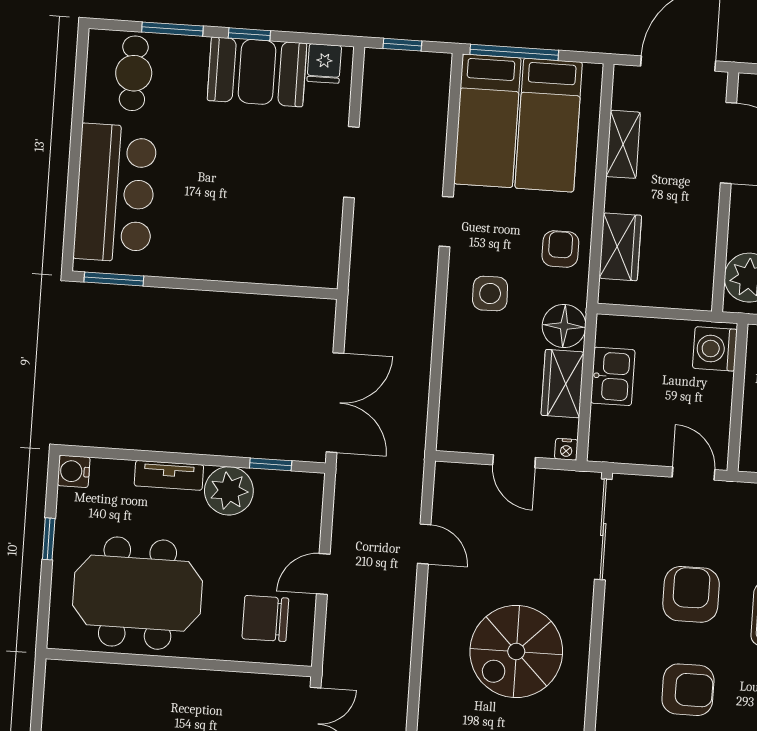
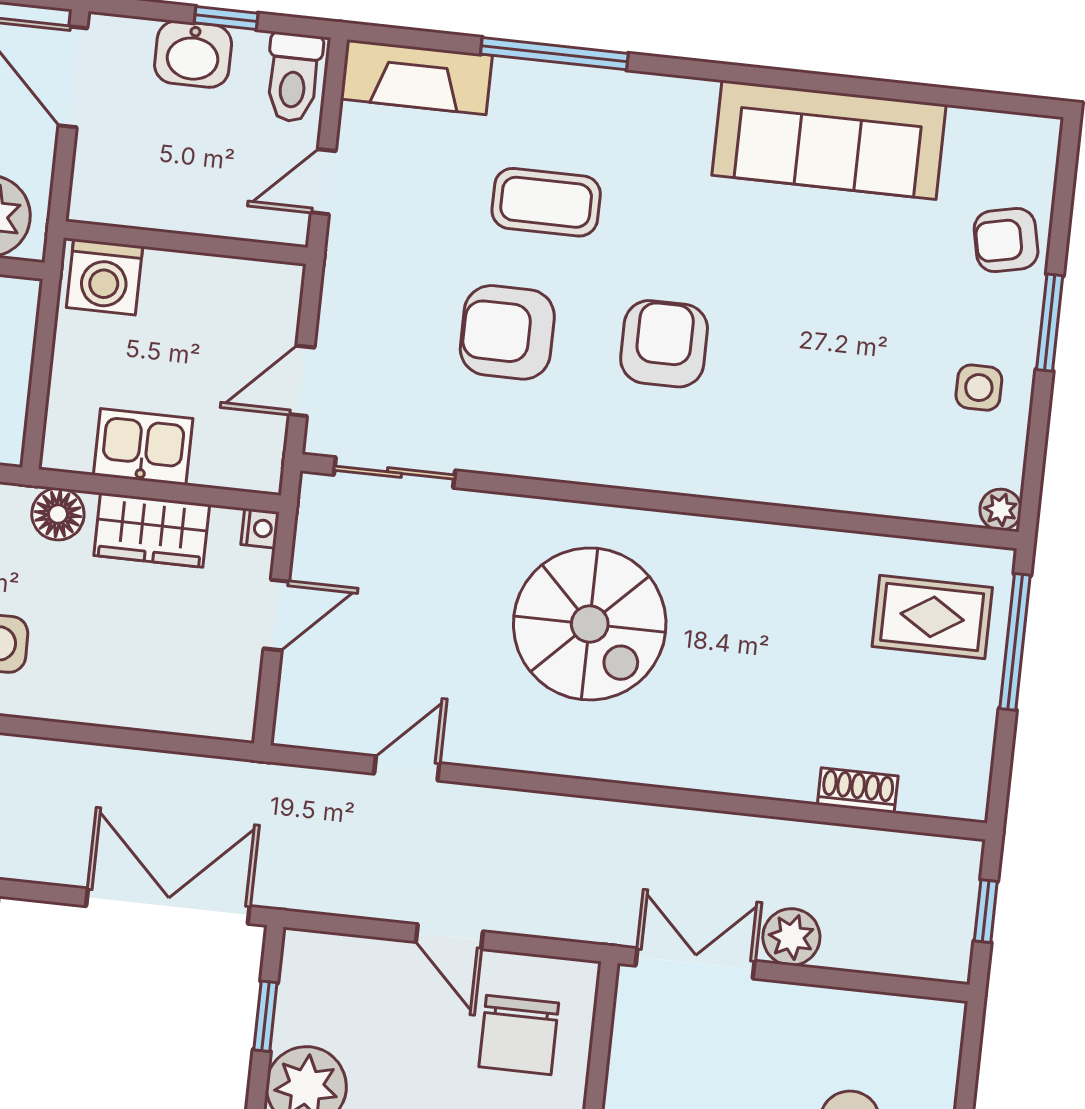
floor lamp: (564, 326) -> (58, 514), width x0.73, depth x0.73
door: (693, 473) -> (302, 381), moved
sliding door: (603, 529) -> (394, 473), width x0.73

